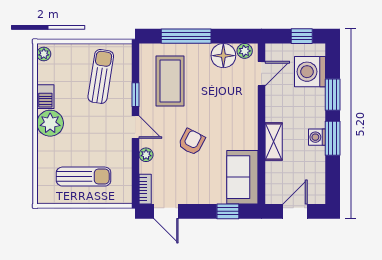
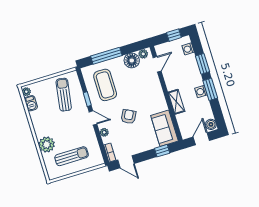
washing machine: (310, 72) -> (188, 49), width x0.53, depth x0.53
barbecue: (45, 97) -> (31, 103), moved
plant: (50, 123) -> (47, 145), moved
boiler: (317, 193) -> (211, 124), added

